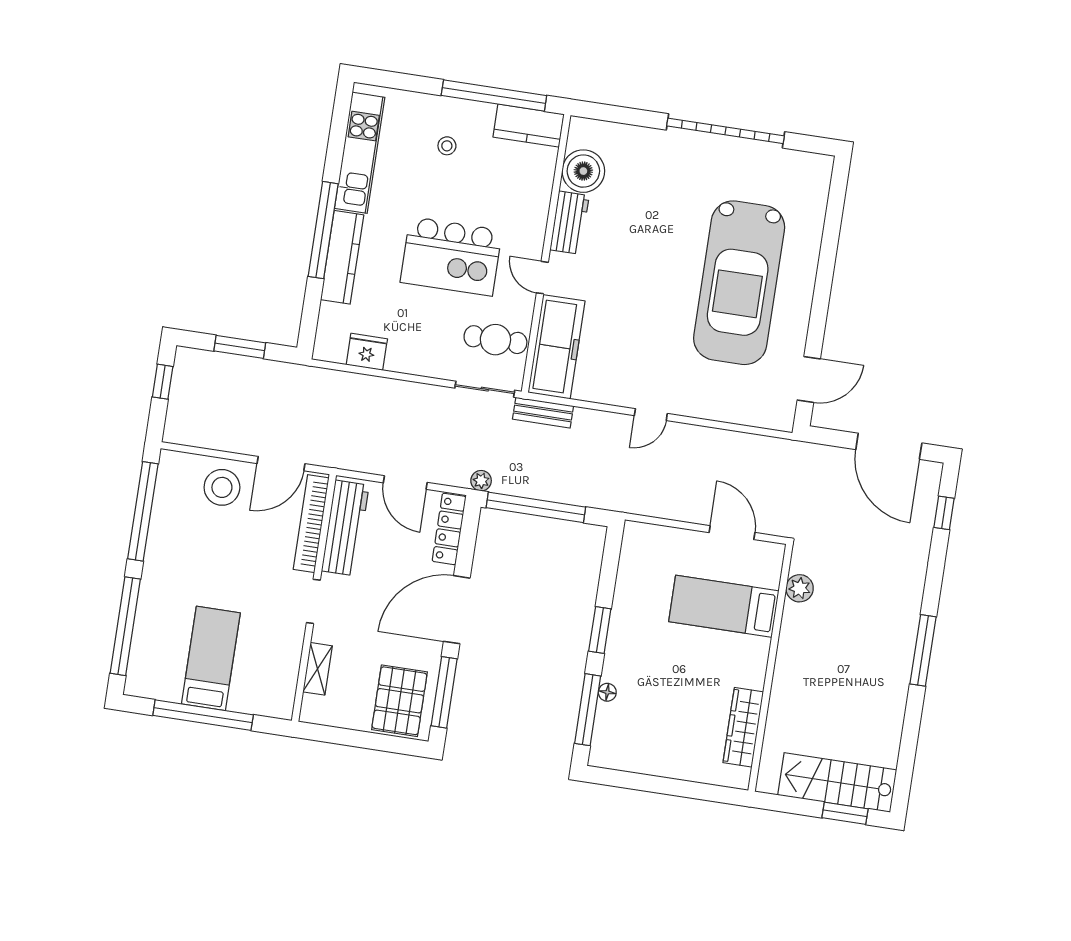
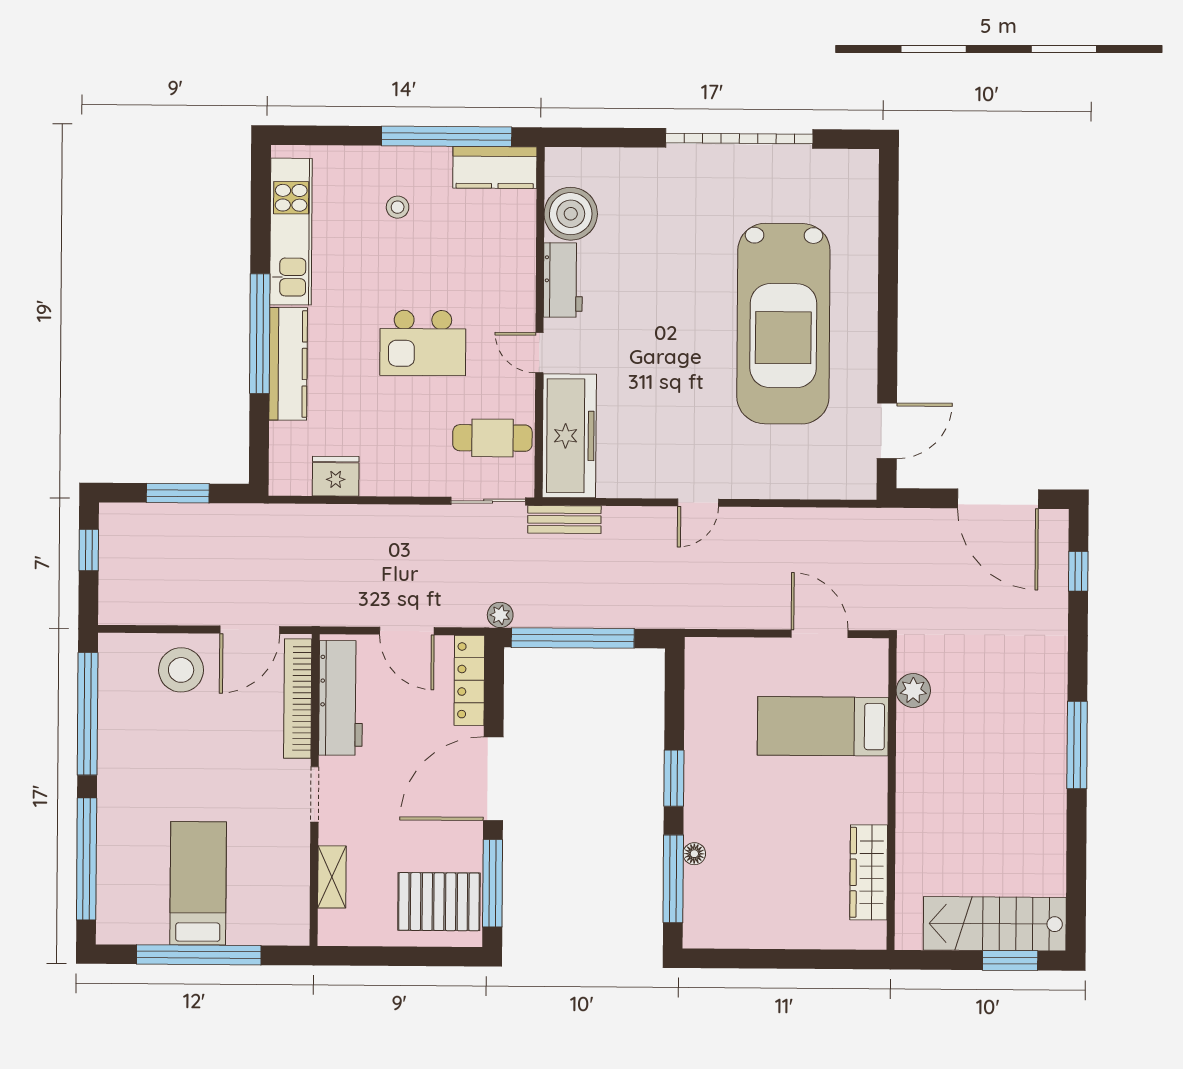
kitchen island: (451, 256) -> (423, 343), width x0.73, depth x0.78
pallet: (399, 701) -> (439, 902), turned 90

